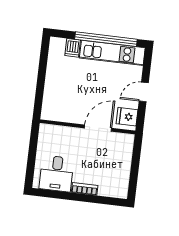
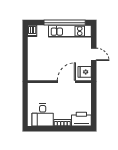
dishwasher: (73, 48) -> (32, 31), moved
door: (144, 92) -> (94, 54), swing flipped
printer: (114, 187) -> (81, 119), added

